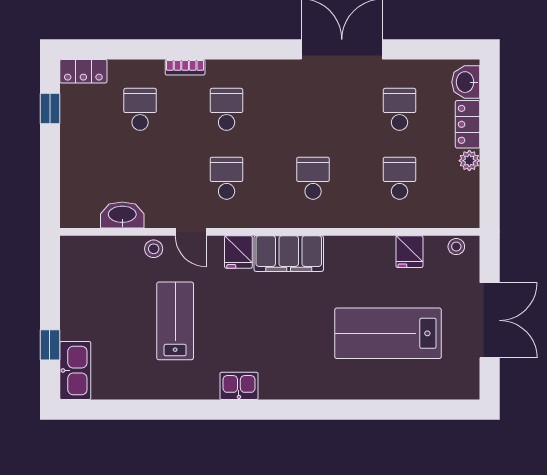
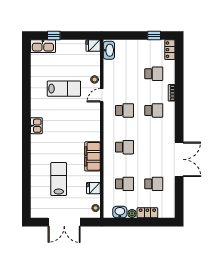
washbasin: (466, 82) -> (120, 212), moved
washbasin: (122, 215) -> (109, 50), moved
fridge: (238, 252) -> (93, 46), moved
filing cabinet: (289, 254) -> (93, 156), moved
lab bench: (388, 333) -> (59, 179), width x0.73, depth x0.72
kitchen sink: (239, 386) -> (36, 126), moved

